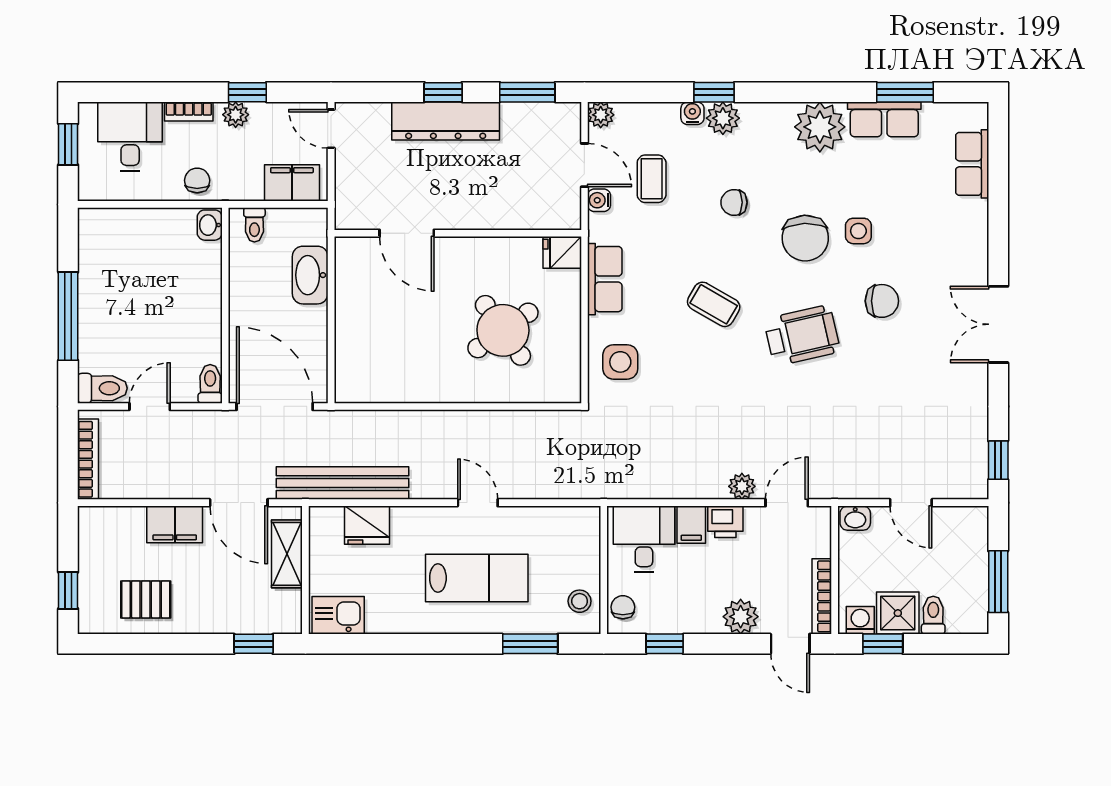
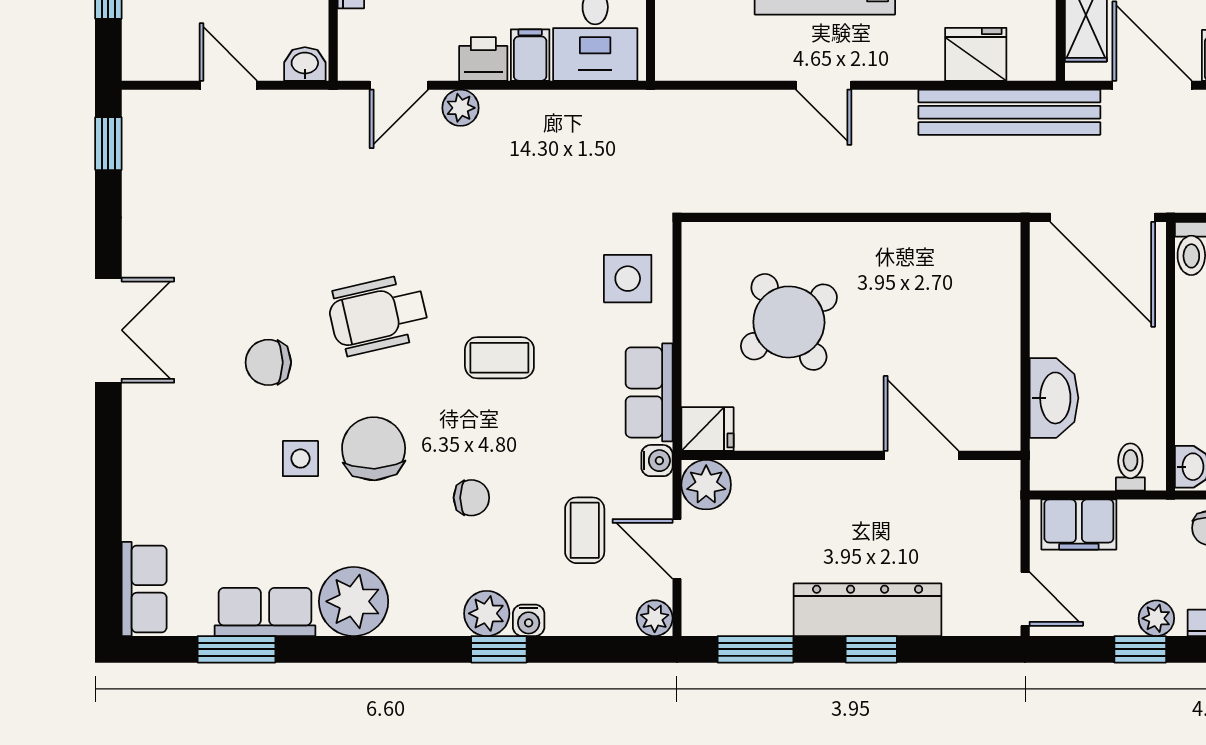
row of seats: (972, 164) -> (144, 589), moved
water cooler: (599, 200) -> (657, 461), moved
plant: (563, 212) -> (706, 485), added
coffee table: (714, 304) -> (499, 358), turned -30

